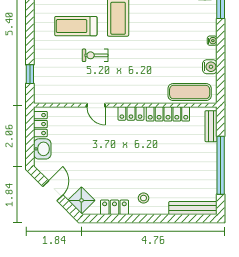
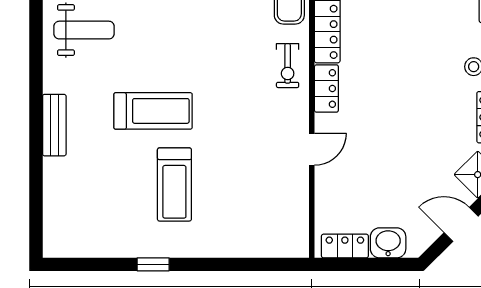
exercise bike: (95, 55) -> (288, 66), moved
window: (30, 74) -> (153, 264), moved

